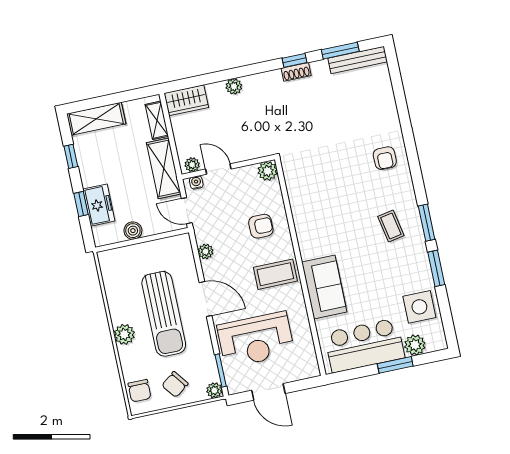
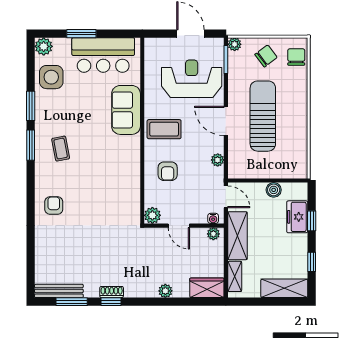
door: (218, 169) -> (179, 226), moved
armchair: (261, 226) -> (168, 171), turned -90
plant: (124, 334) -> (299, 106), removed
plant: (415, 345) -> (44, 46), moved

